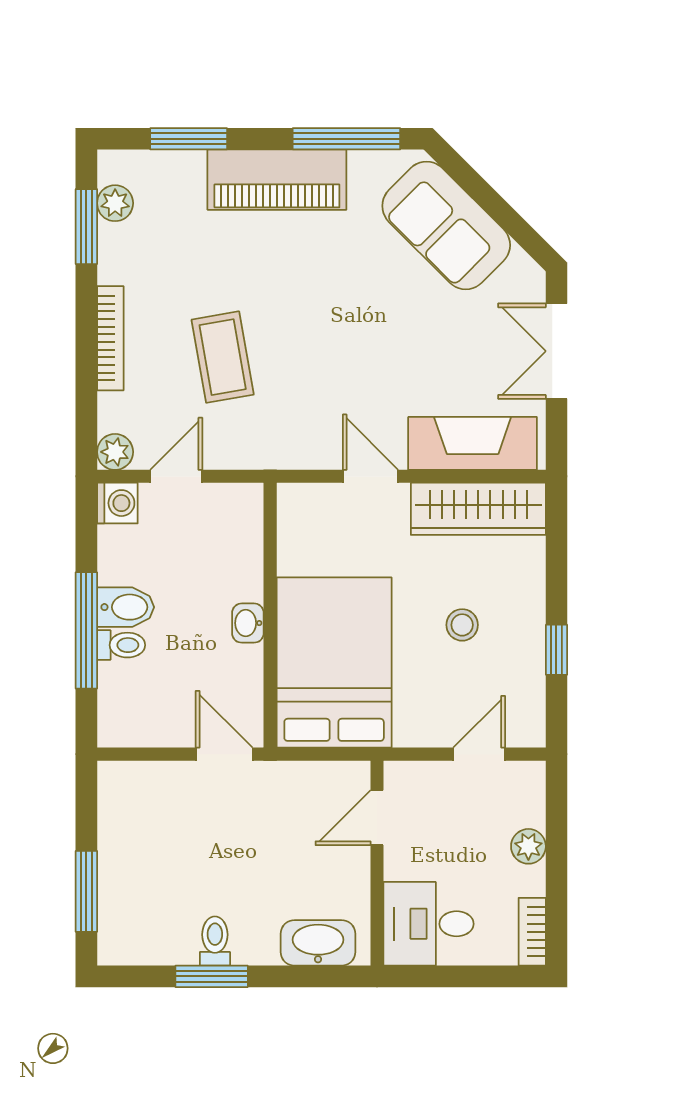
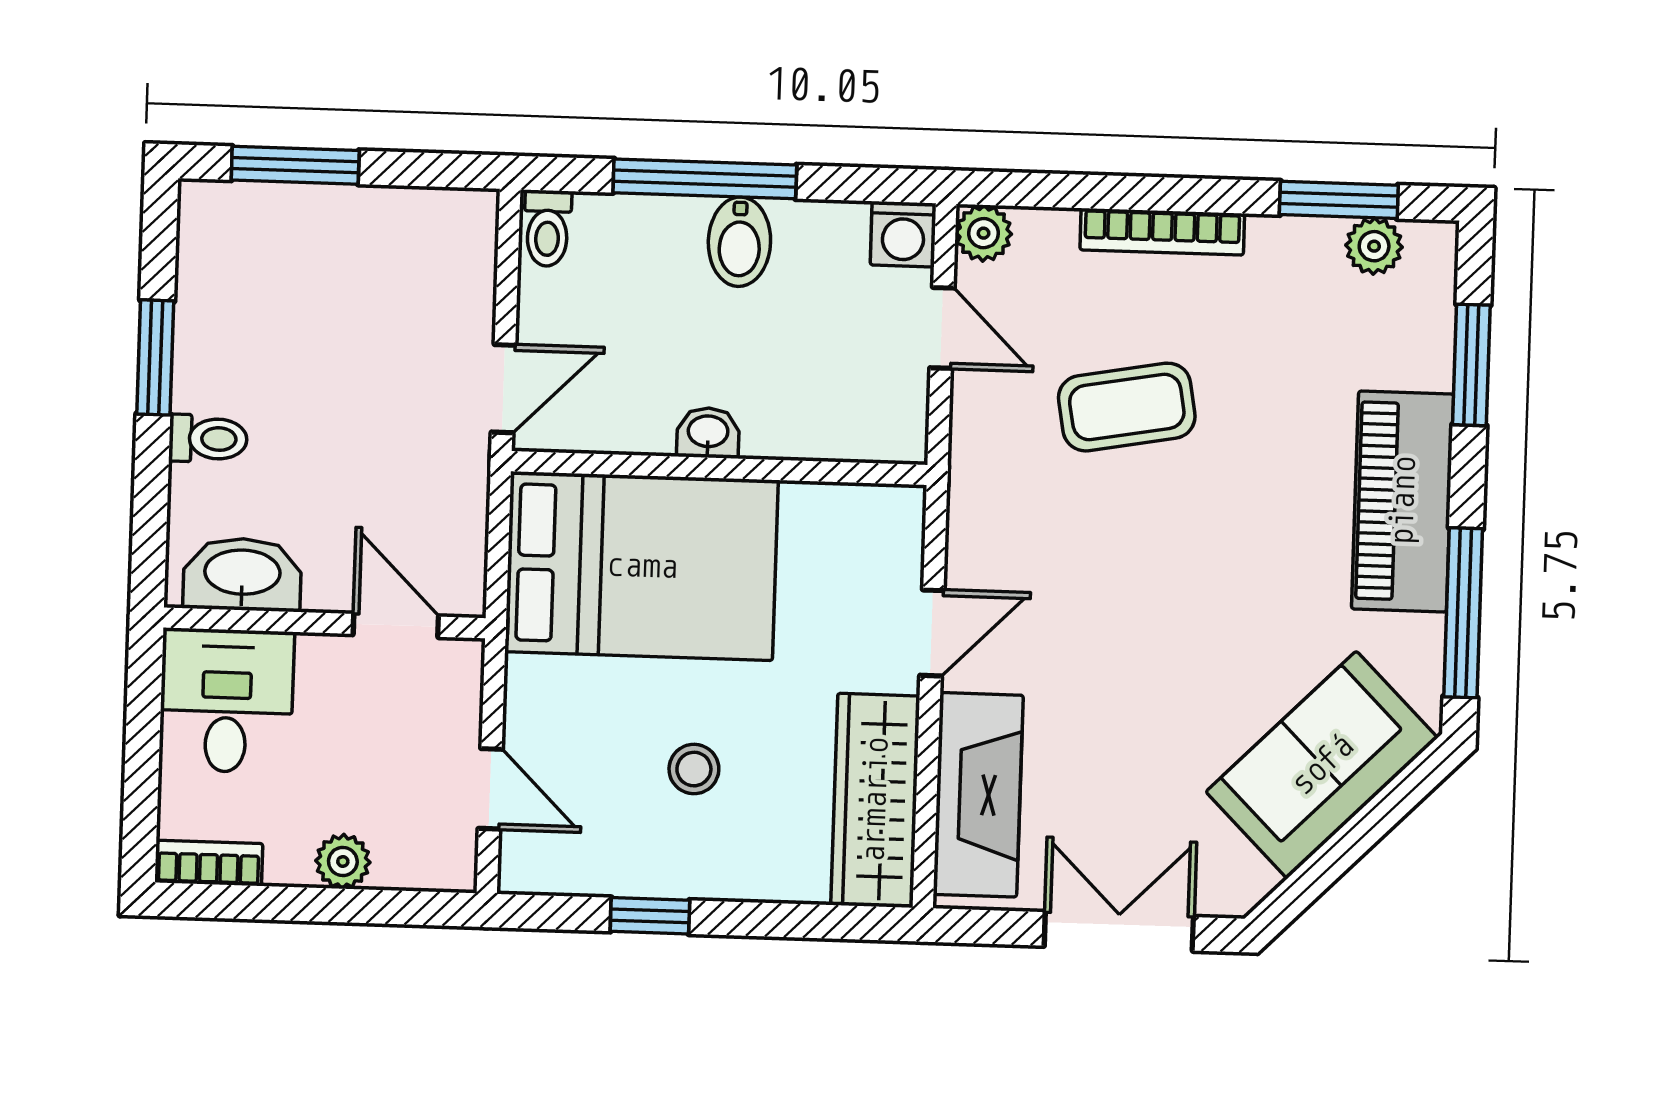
toilet: (121, 645) -> (547, 228), moved
toilet: (215, 941) -> (208, 439), moved
washbasin: (318, 943) -> (242, 574), moved, turned -90

